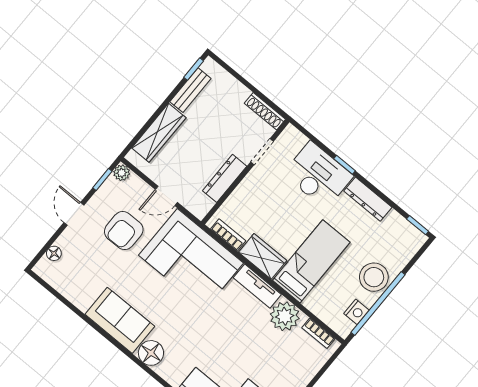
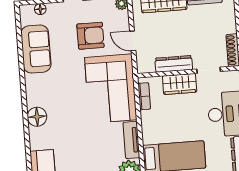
armchair: (124, 231) -> (90, 36), turned 180
wardrobe: (263, 256) -> (180, 84), moved, turned 90
sofa: (120, 320) -> (36, 49), moved

